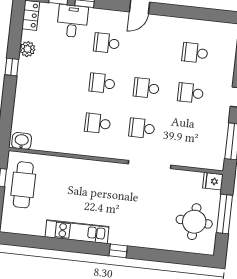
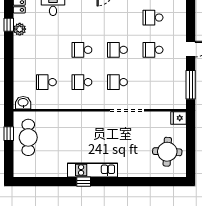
school desk: (107, 43) -> (46, 82), moved
window: (12, 67) -> (9, 25), moved
window: (225, 214) -> (191, 143), removed
kitchen unit: (77, 232) -> (93, 170), moved
window: (118, 251) -> (84, 182), moved

